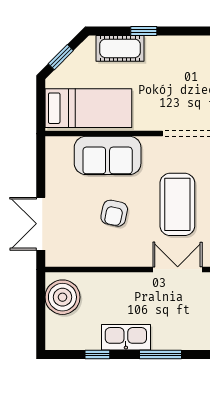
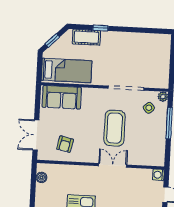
sofa: (108, 155) -> (62, 97), moved
armchair: (114, 213) -> (65, 144), moved
boiler: (62, 297) -> (41, 177), width x0.54, depth x0.54

